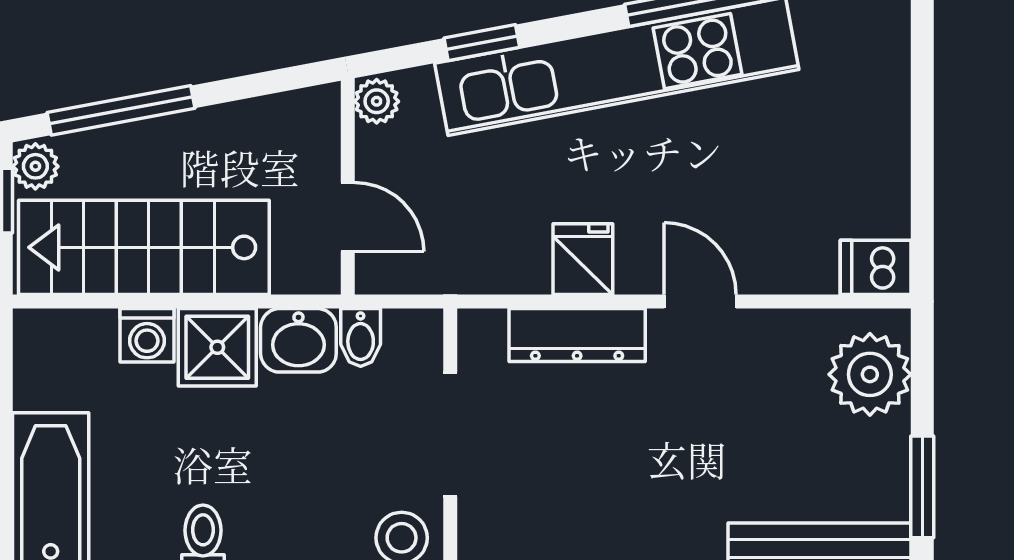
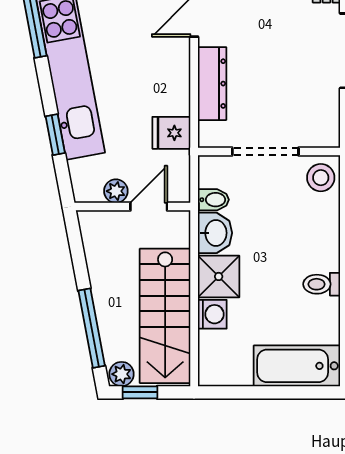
plant: (377, 101) -> (116, 191), moved
fridge: (583, 259) -> (171, 133), moved

